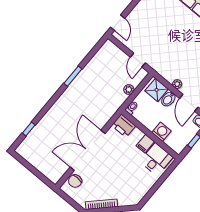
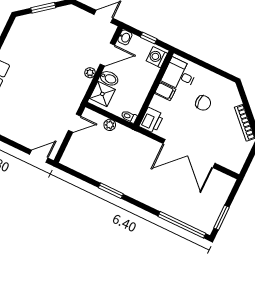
window: (29, 129) -> (182, 225), width x3.17
washing machine: (161, 132) -> (157, 57), moved
window: (26, 164) -> (222, 218), added
chair: (75, 181) -> (203, 103), moved

